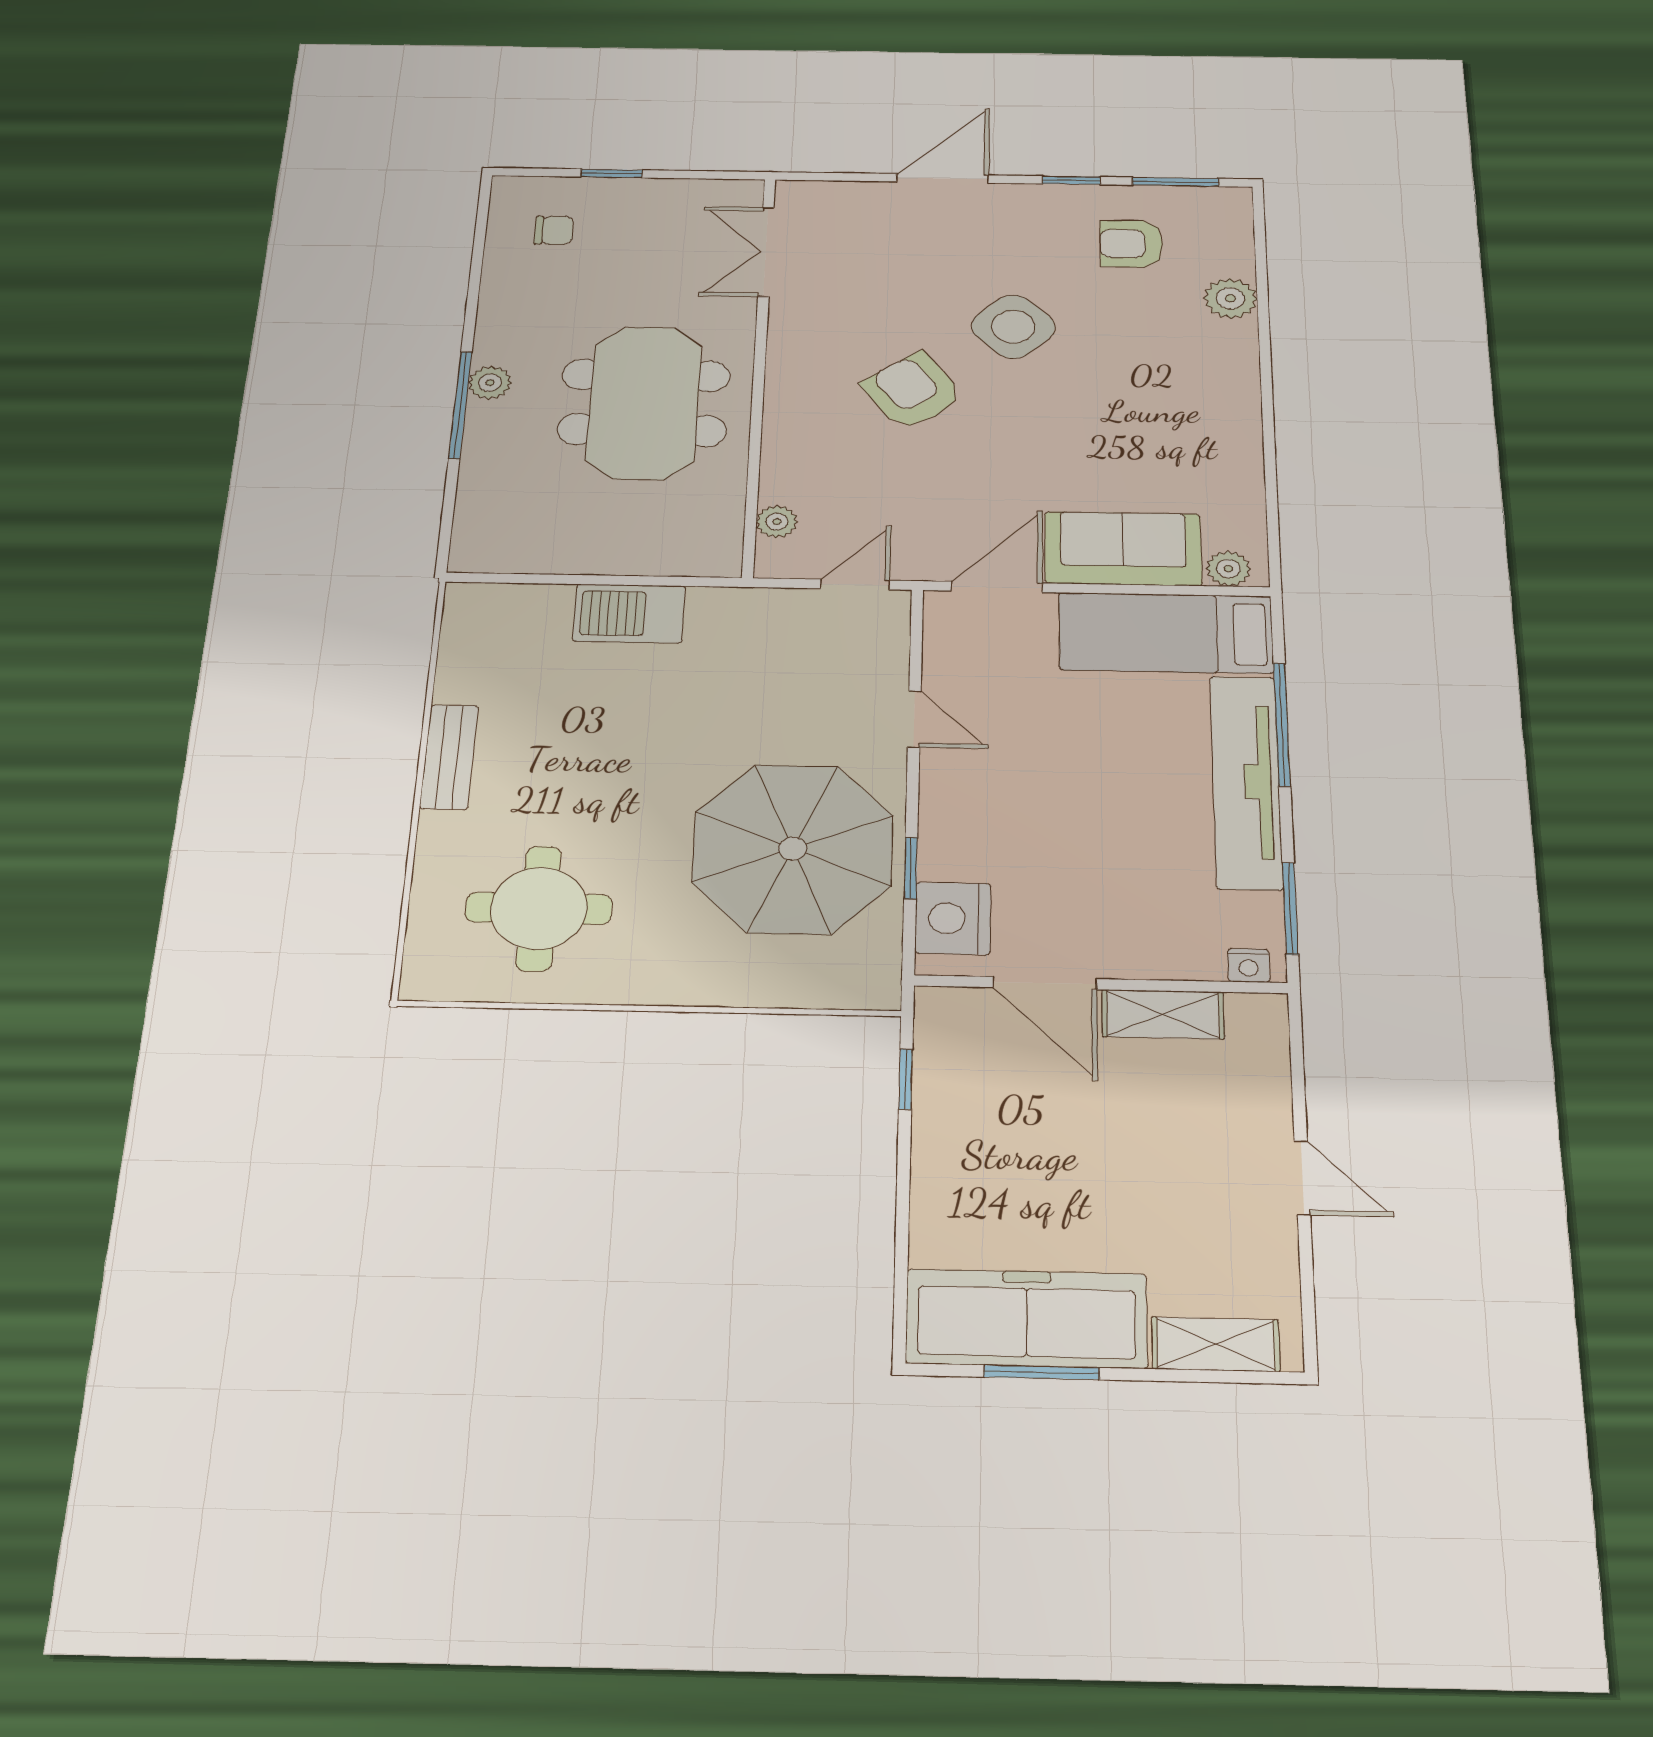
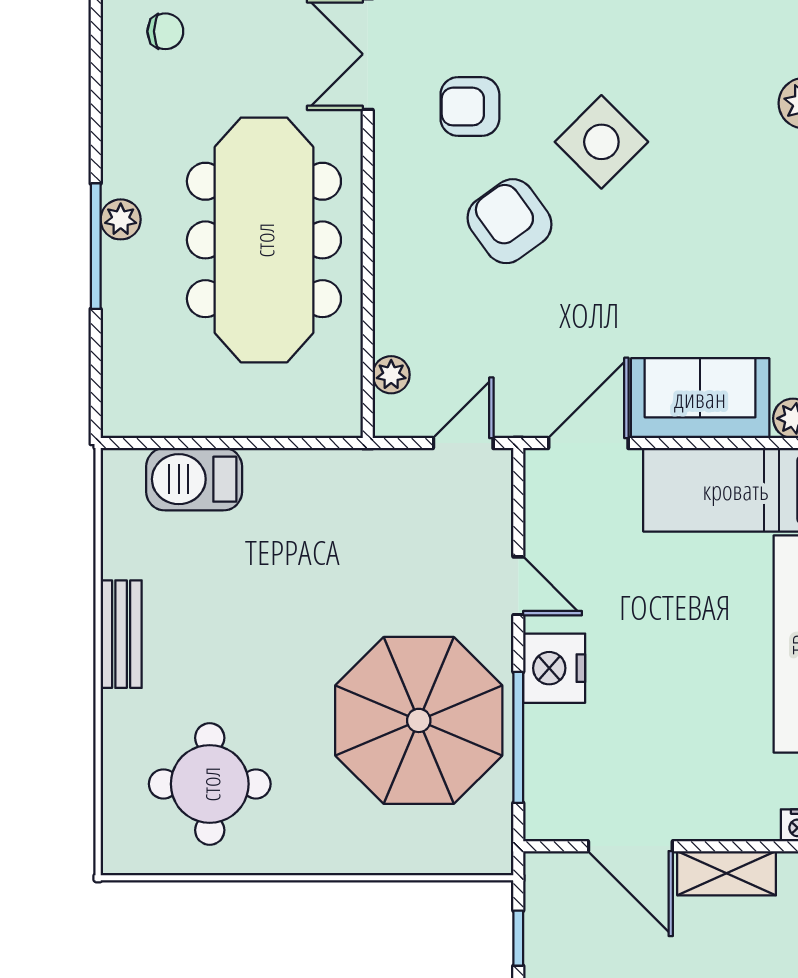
armchair: (1131, 244) -> (470, 107), moved
meeting table: (644, 403) -> (264, 240), width x1.36
barbecue: (629, 614) -> (194, 479), moved
window: (911, 868) -> (518, 737), width x2.17
nightstand: (953, 918) -> (554, 668), moved

